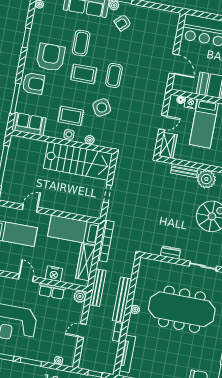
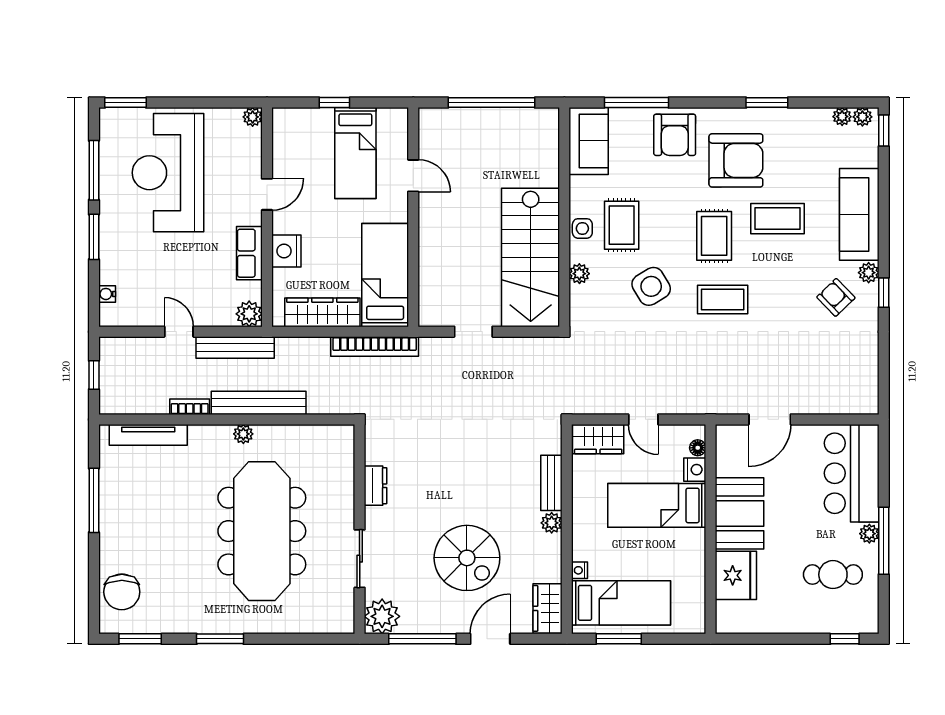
plant: (206, 179) -> (552, 523), width x0.53, depth x0.53
bench: (98, 288) -> (235, 347), moved

